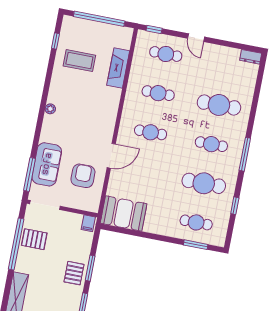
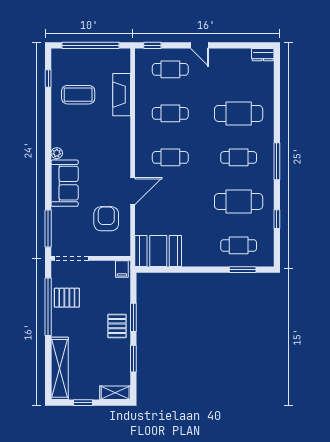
sofa: (47, 164) -> (65, 183), moved

